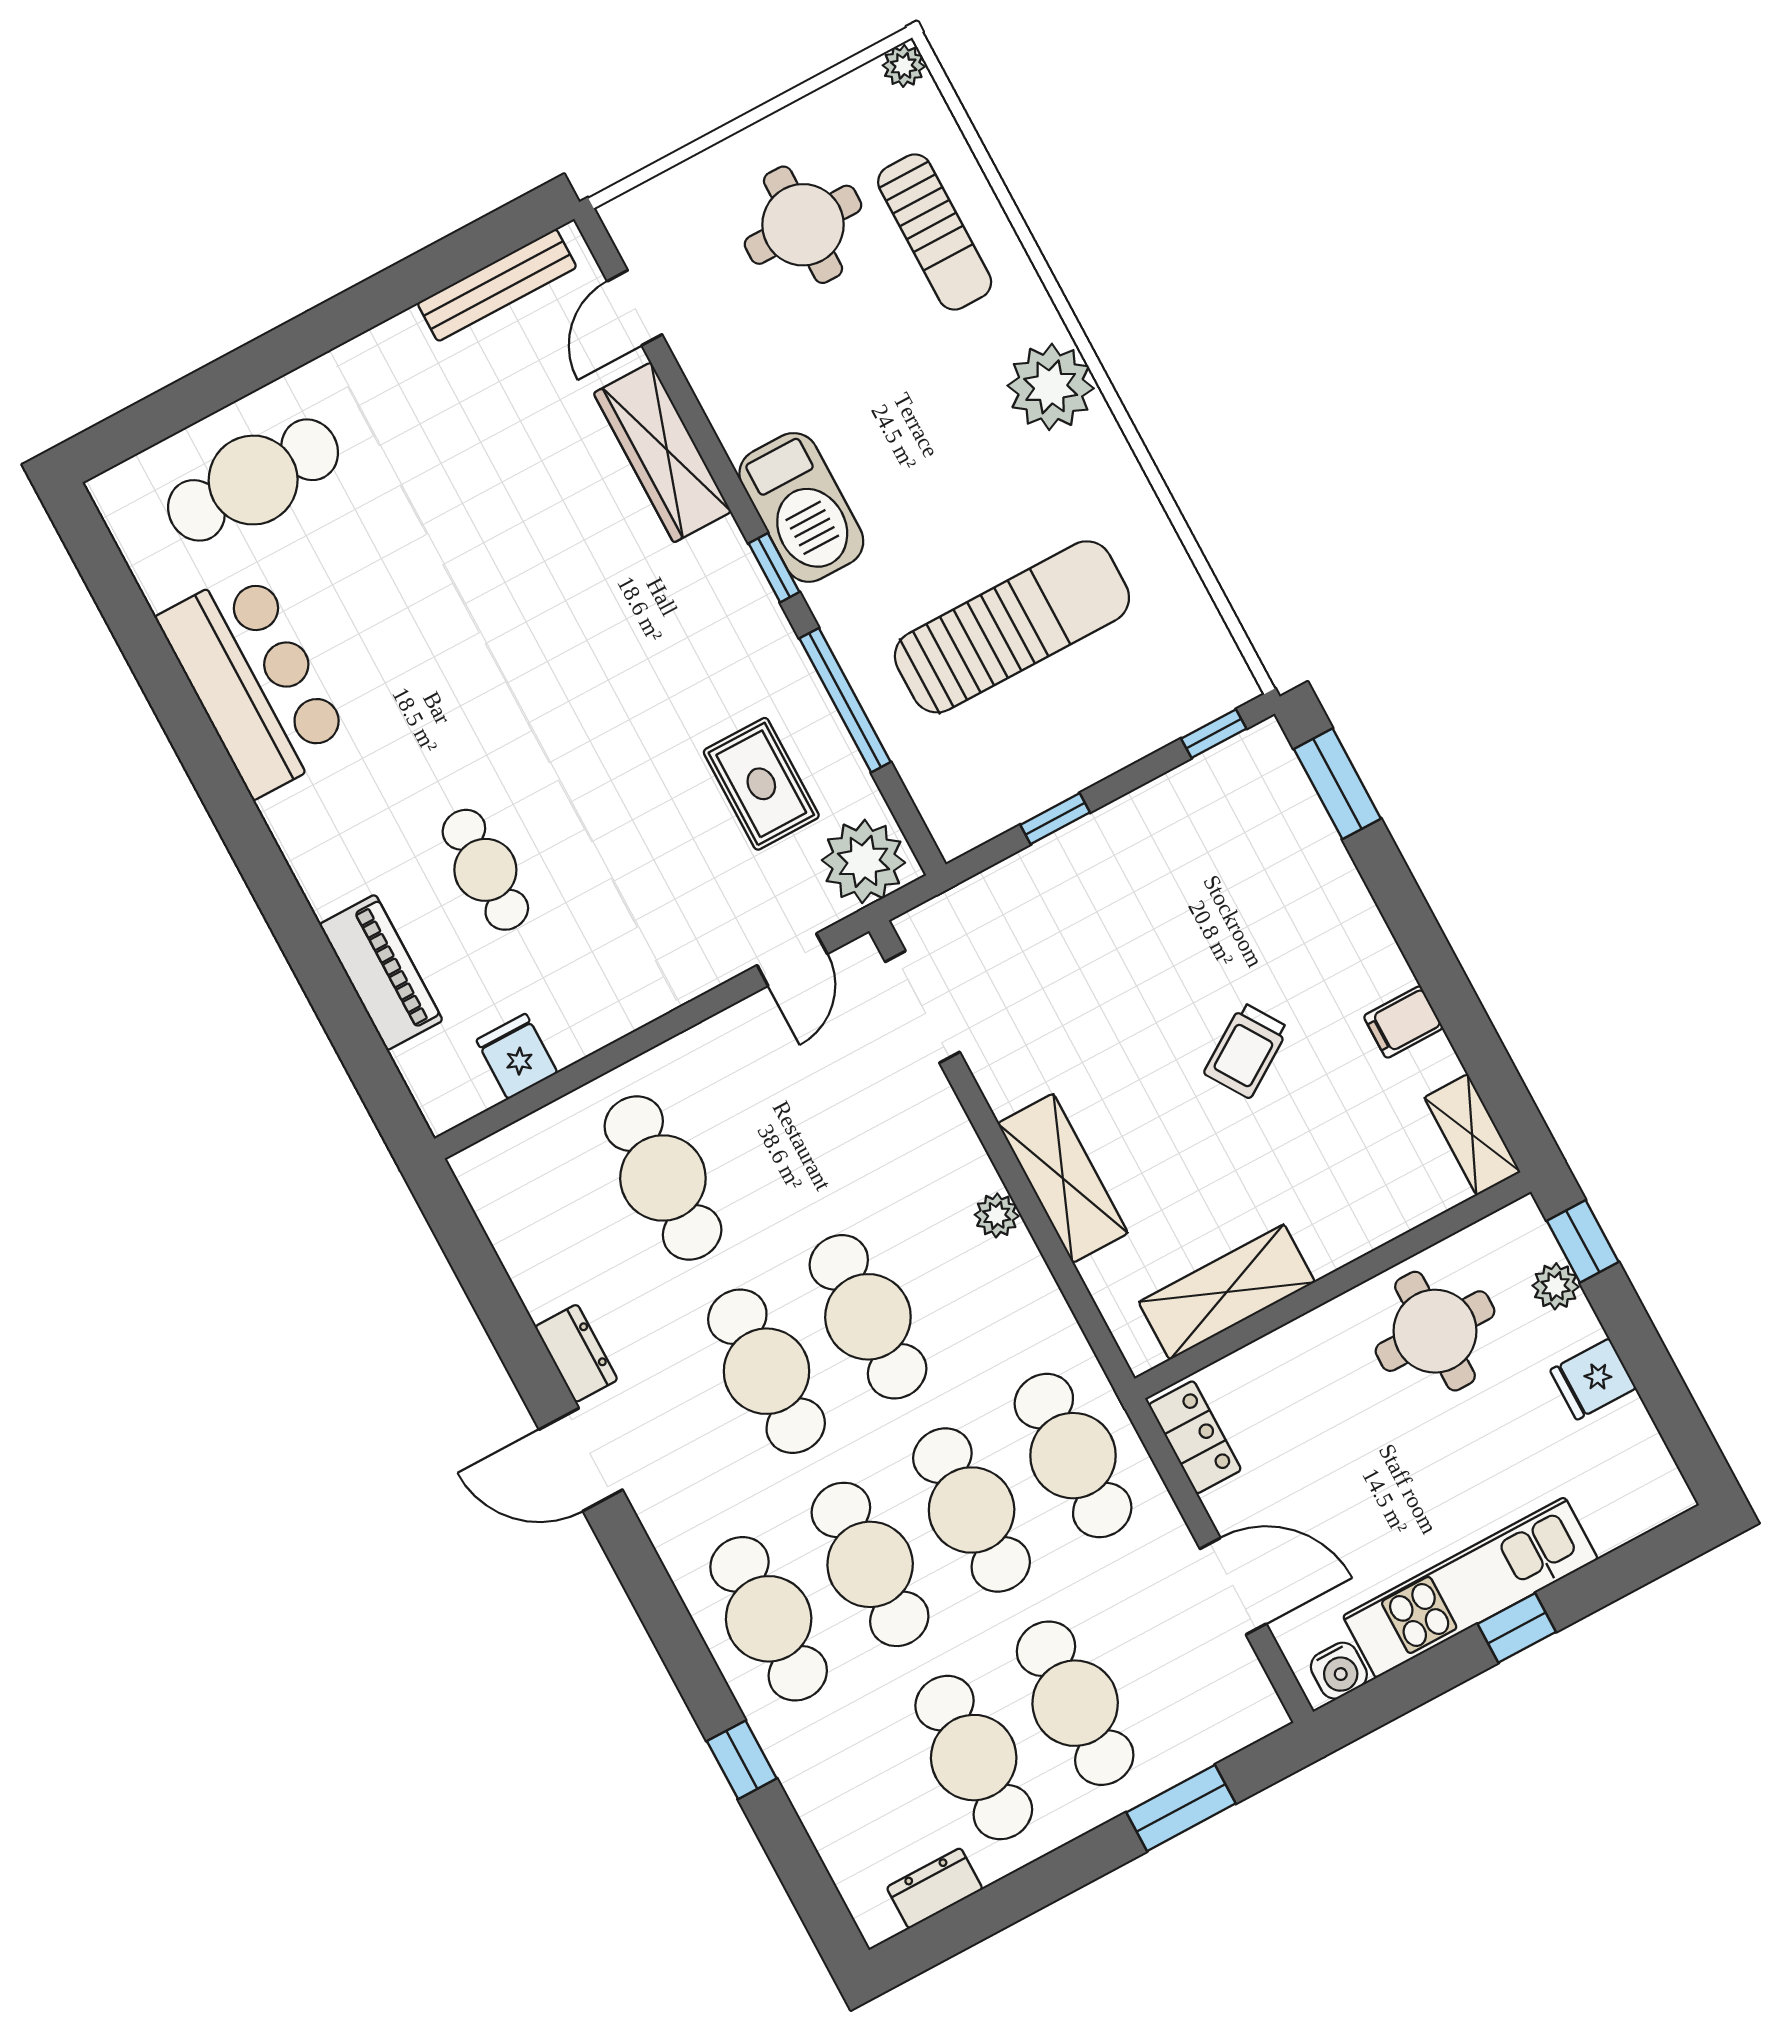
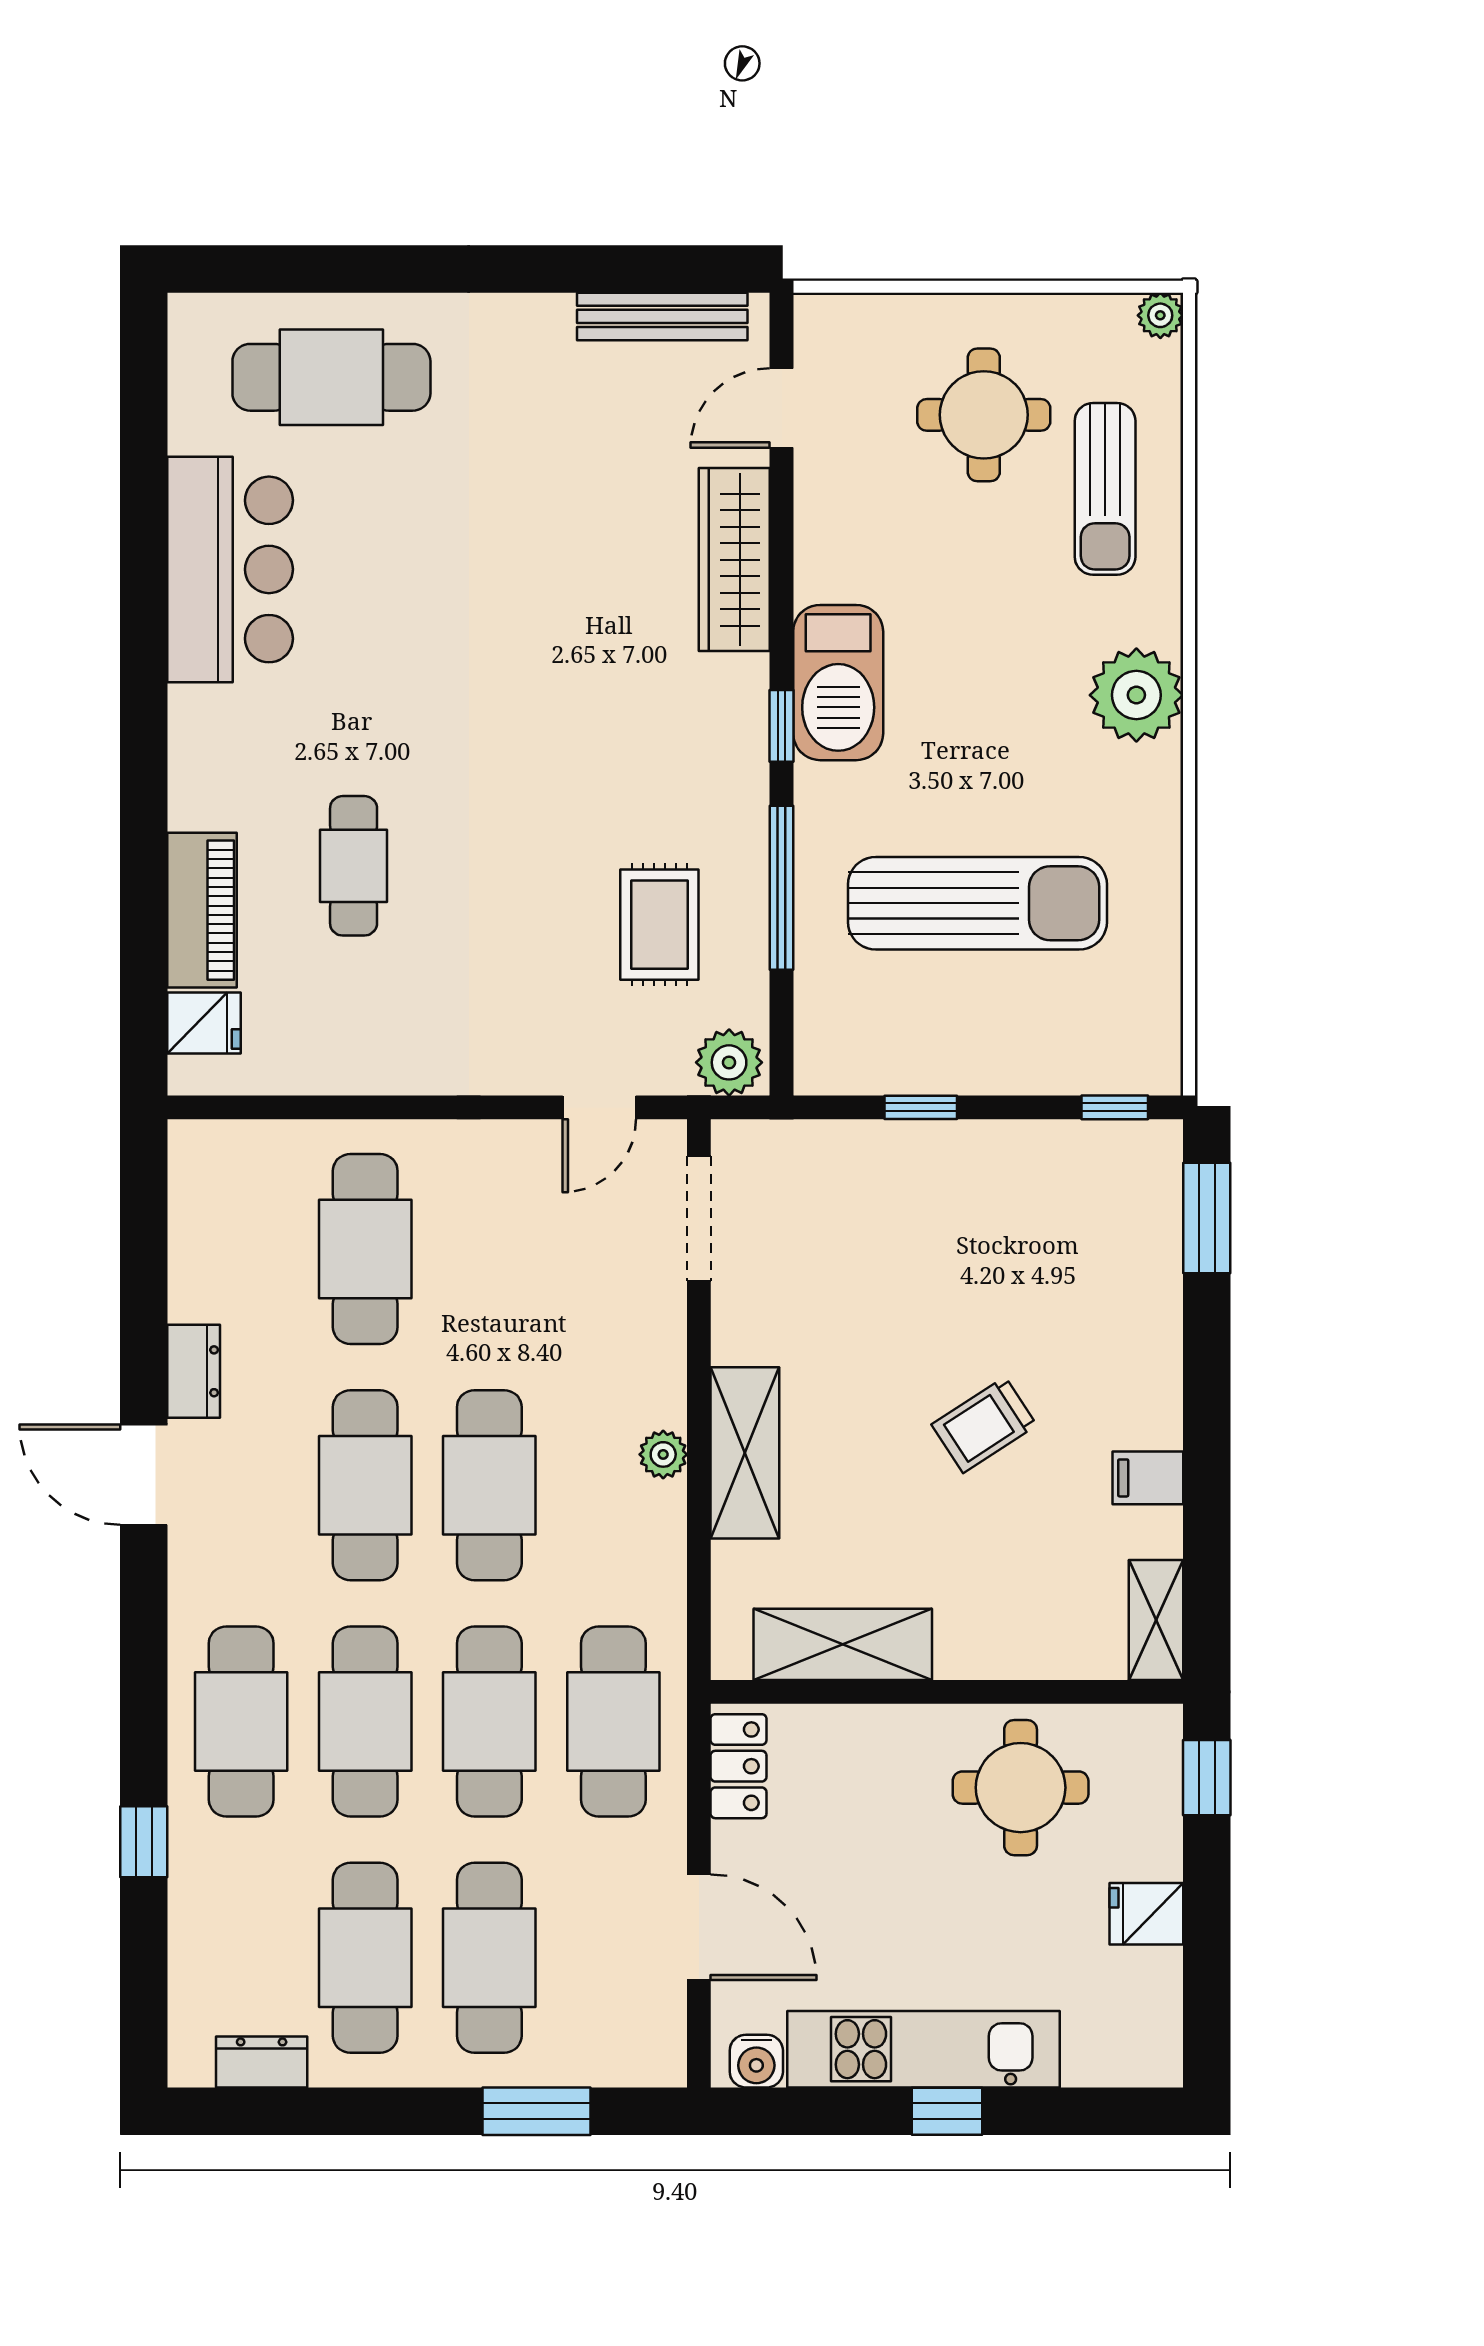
plant: (864, 861) -> (729, 1062), width x0.73, depth x0.73
fridge: (517, 1056) -> (204, 1023), moved, turned 90
plant: (1556, 1286) -> (1158, 1806), removed

